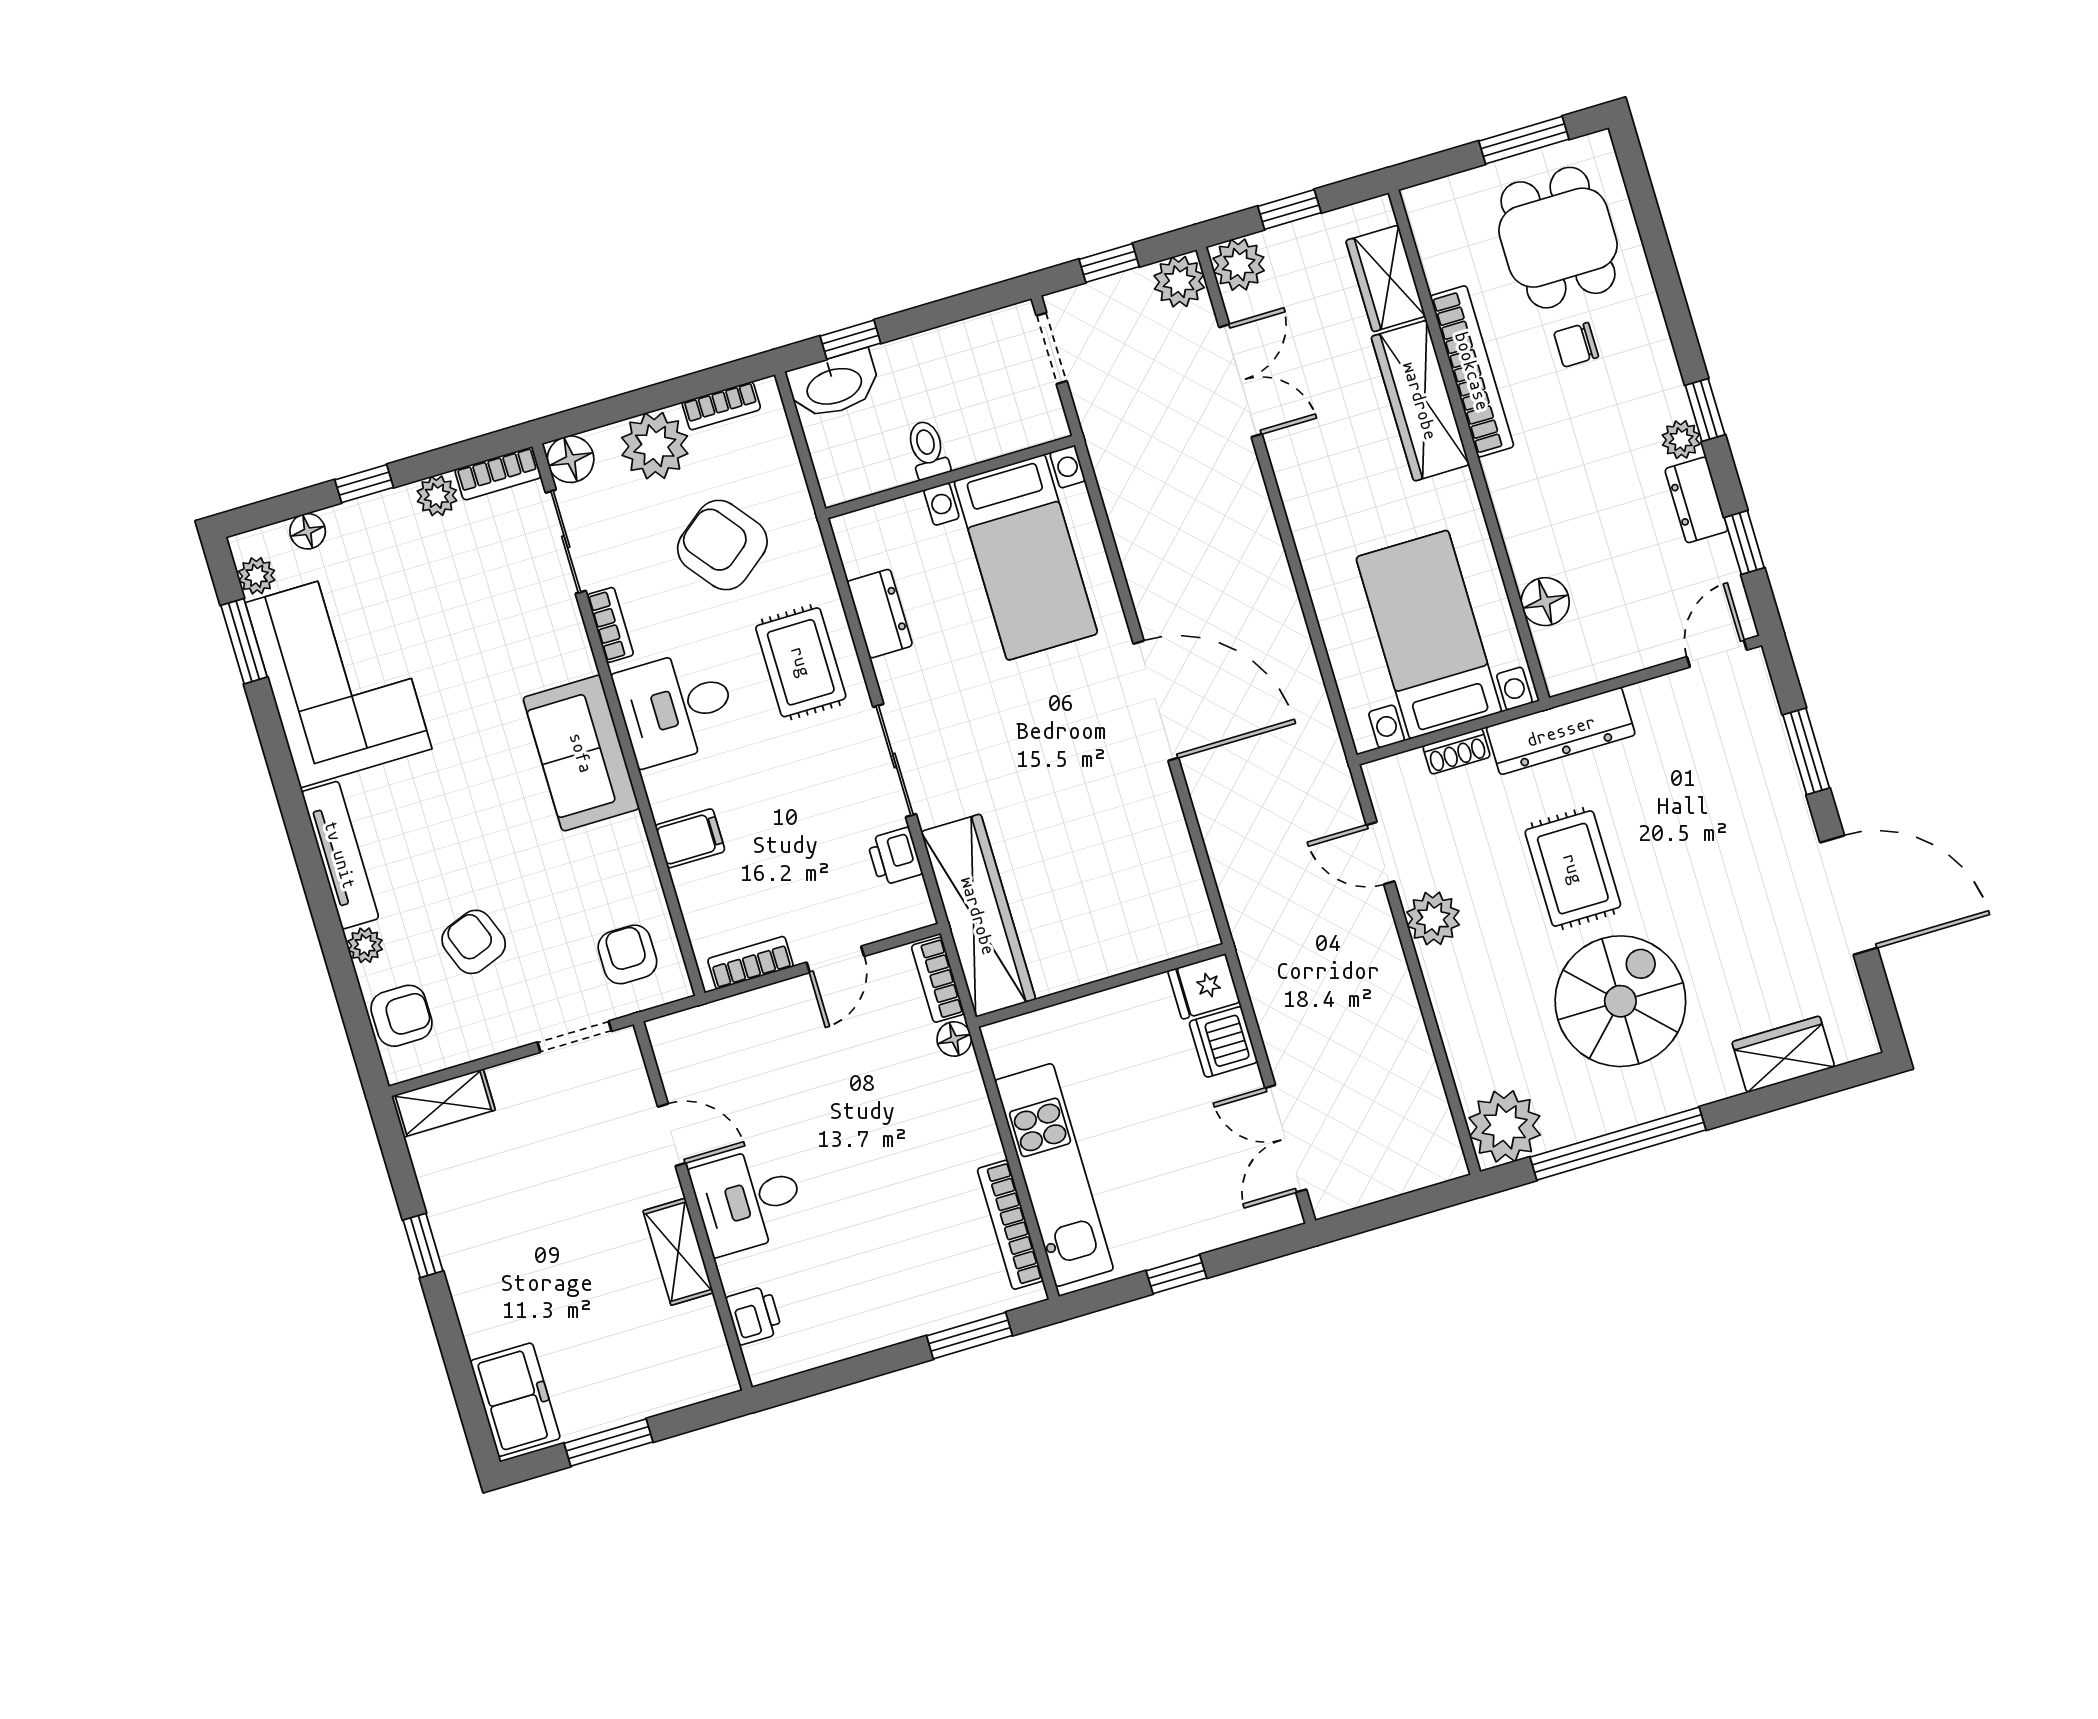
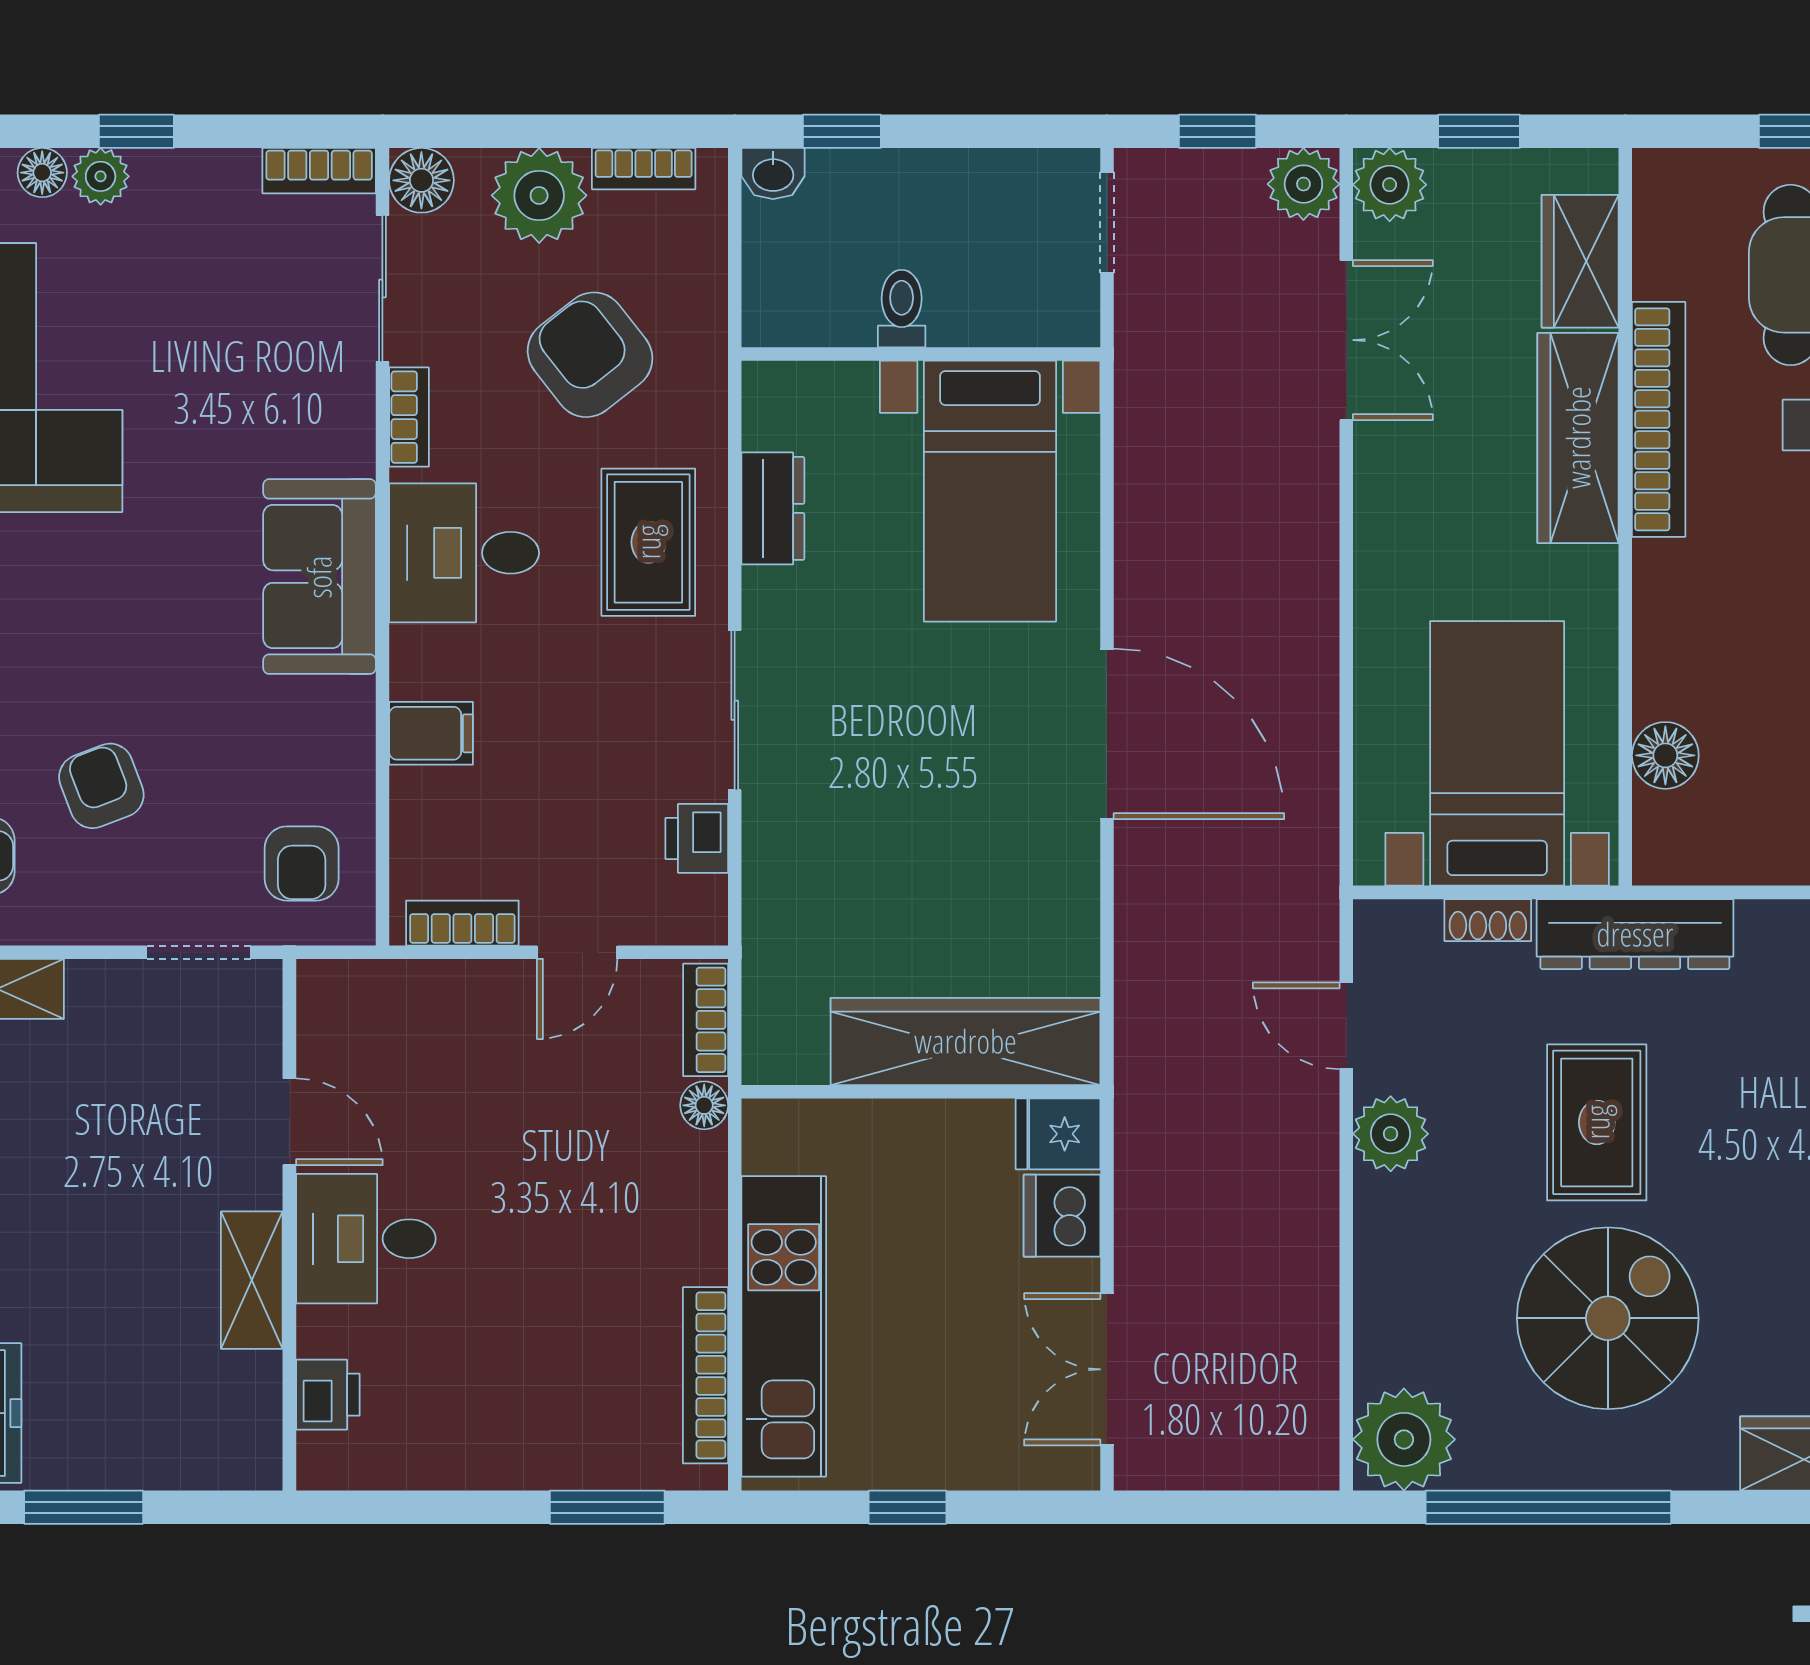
washbasin: (834, 385) -> (773, 174), width x0.52, depth x0.69
plant: (437, 496) -> (101, 176), moved
wardrobe: (978, 916) -> (965, 1041), moved, turned -90
armchair: (627, 954) -> (302, 863), turned 180

